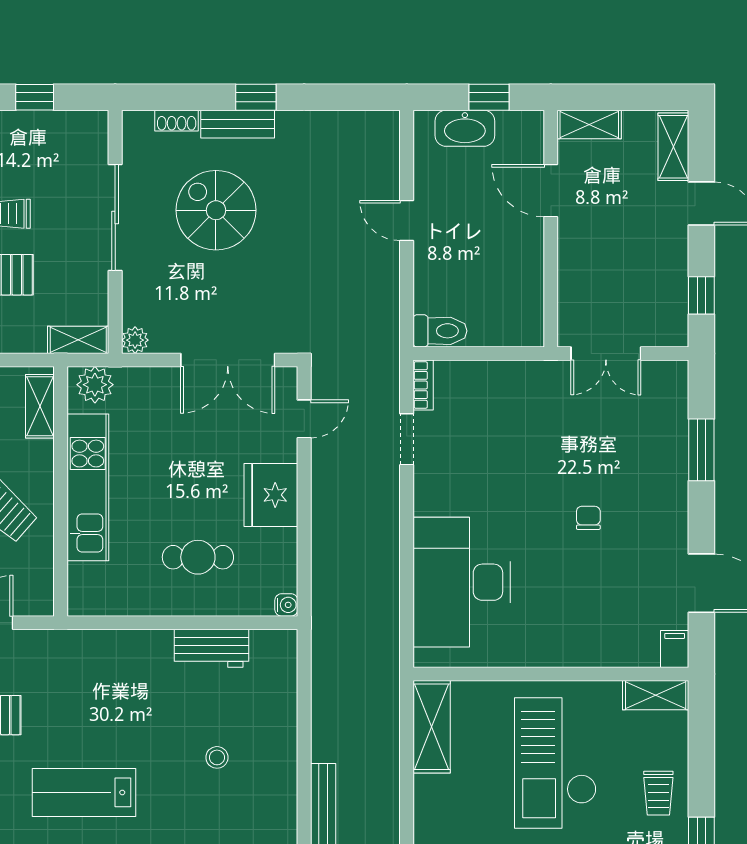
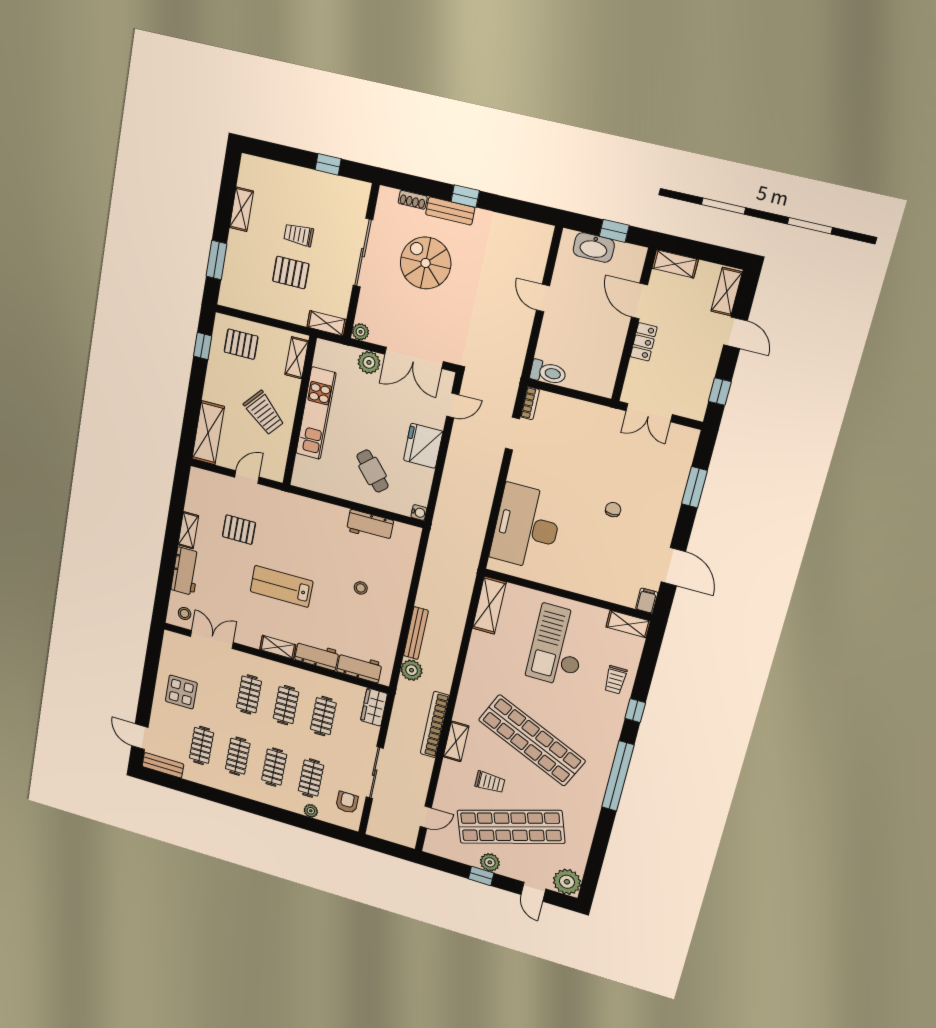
locker: (572, 249) -> (644, 342), added
plant: (95, 385) -> (369, 362), moved
cafe table: (198, 557) -> (373, 471), turned 49

